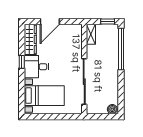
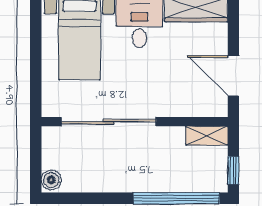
door: (50, 22) -> (233, 76), moved

